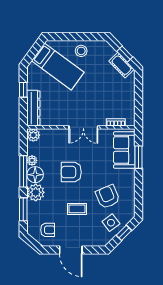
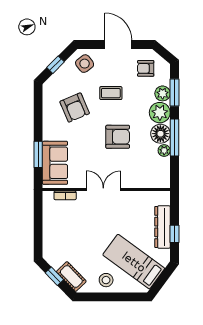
cot: (121, 65) -> (71, 277), moved
dresser: (33, 108) -> (163, 227), moved
plant: (33, 135) -> (163, 93), moved
side table: (111, 223) -> (85, 64), moved

